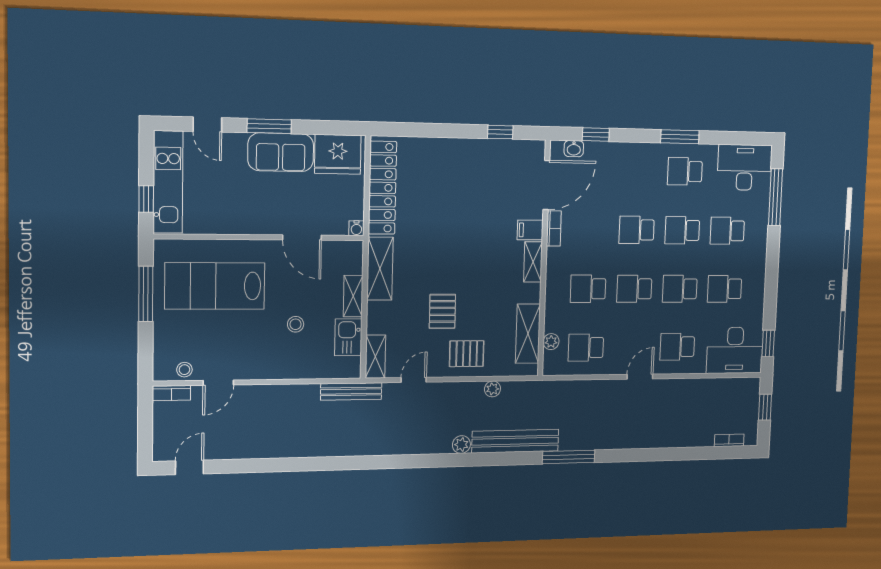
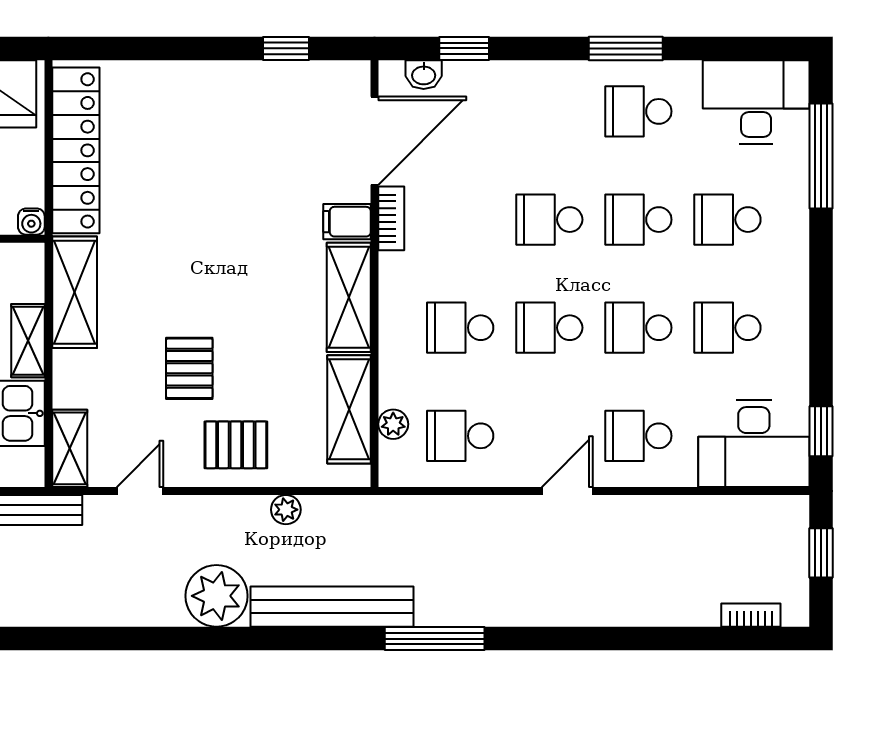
shelving: (533, 262) -> (349, 297), width x1.50, depth x1.33
plant: (461, 445) -> (216, 596), width x1.87, depth x1.87

